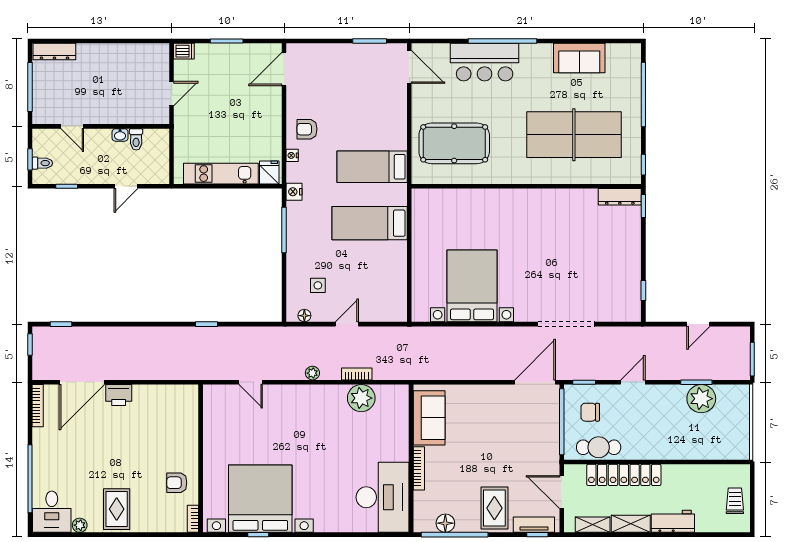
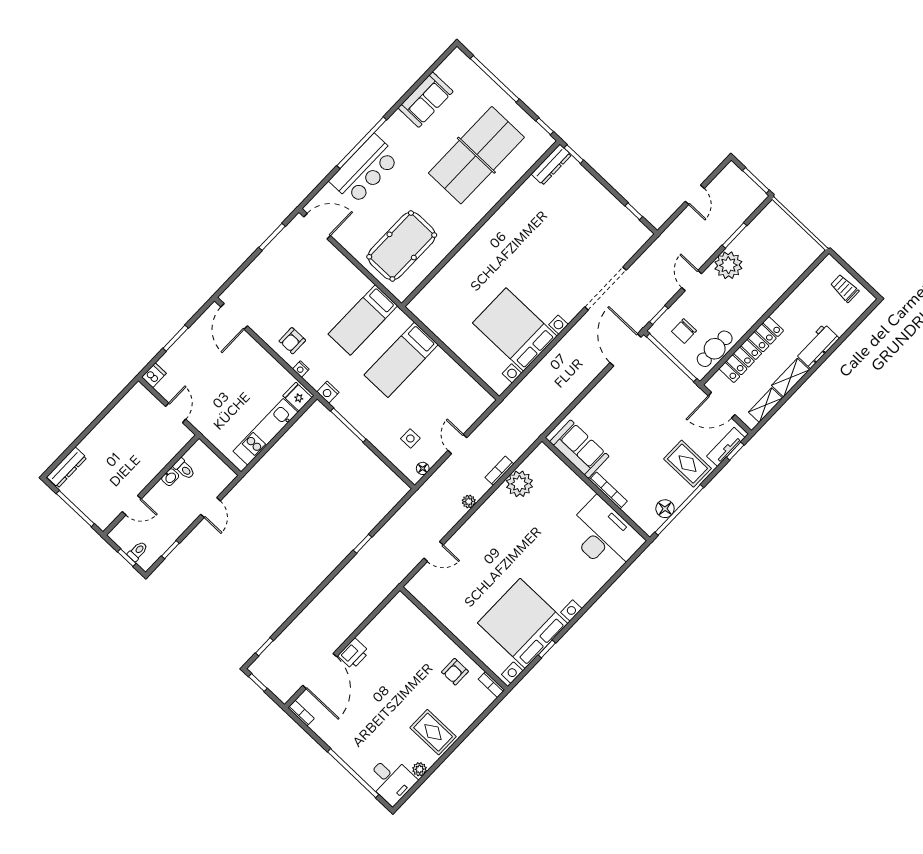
plant: (701, 399) -> (728, 265), moved
bookcase: (38, 406) -> (301, 713), width x0.64

